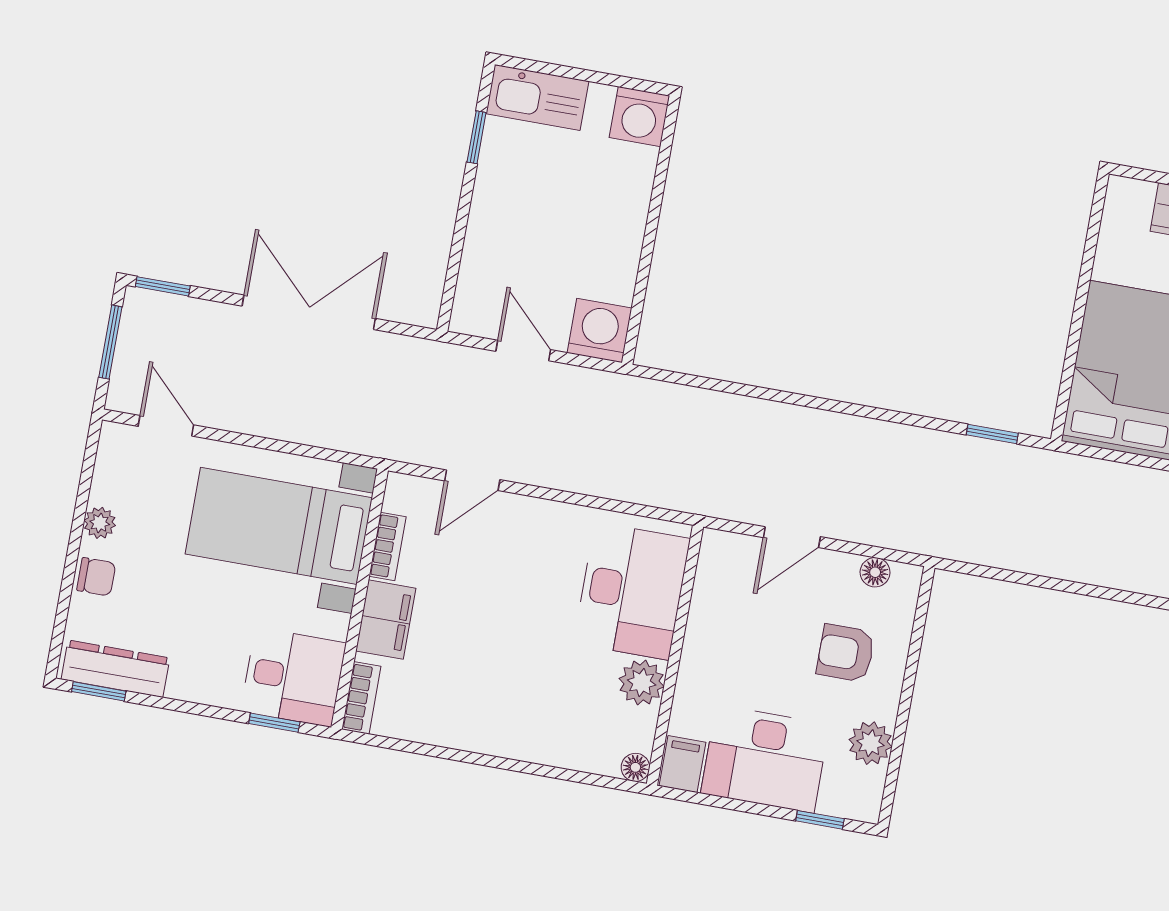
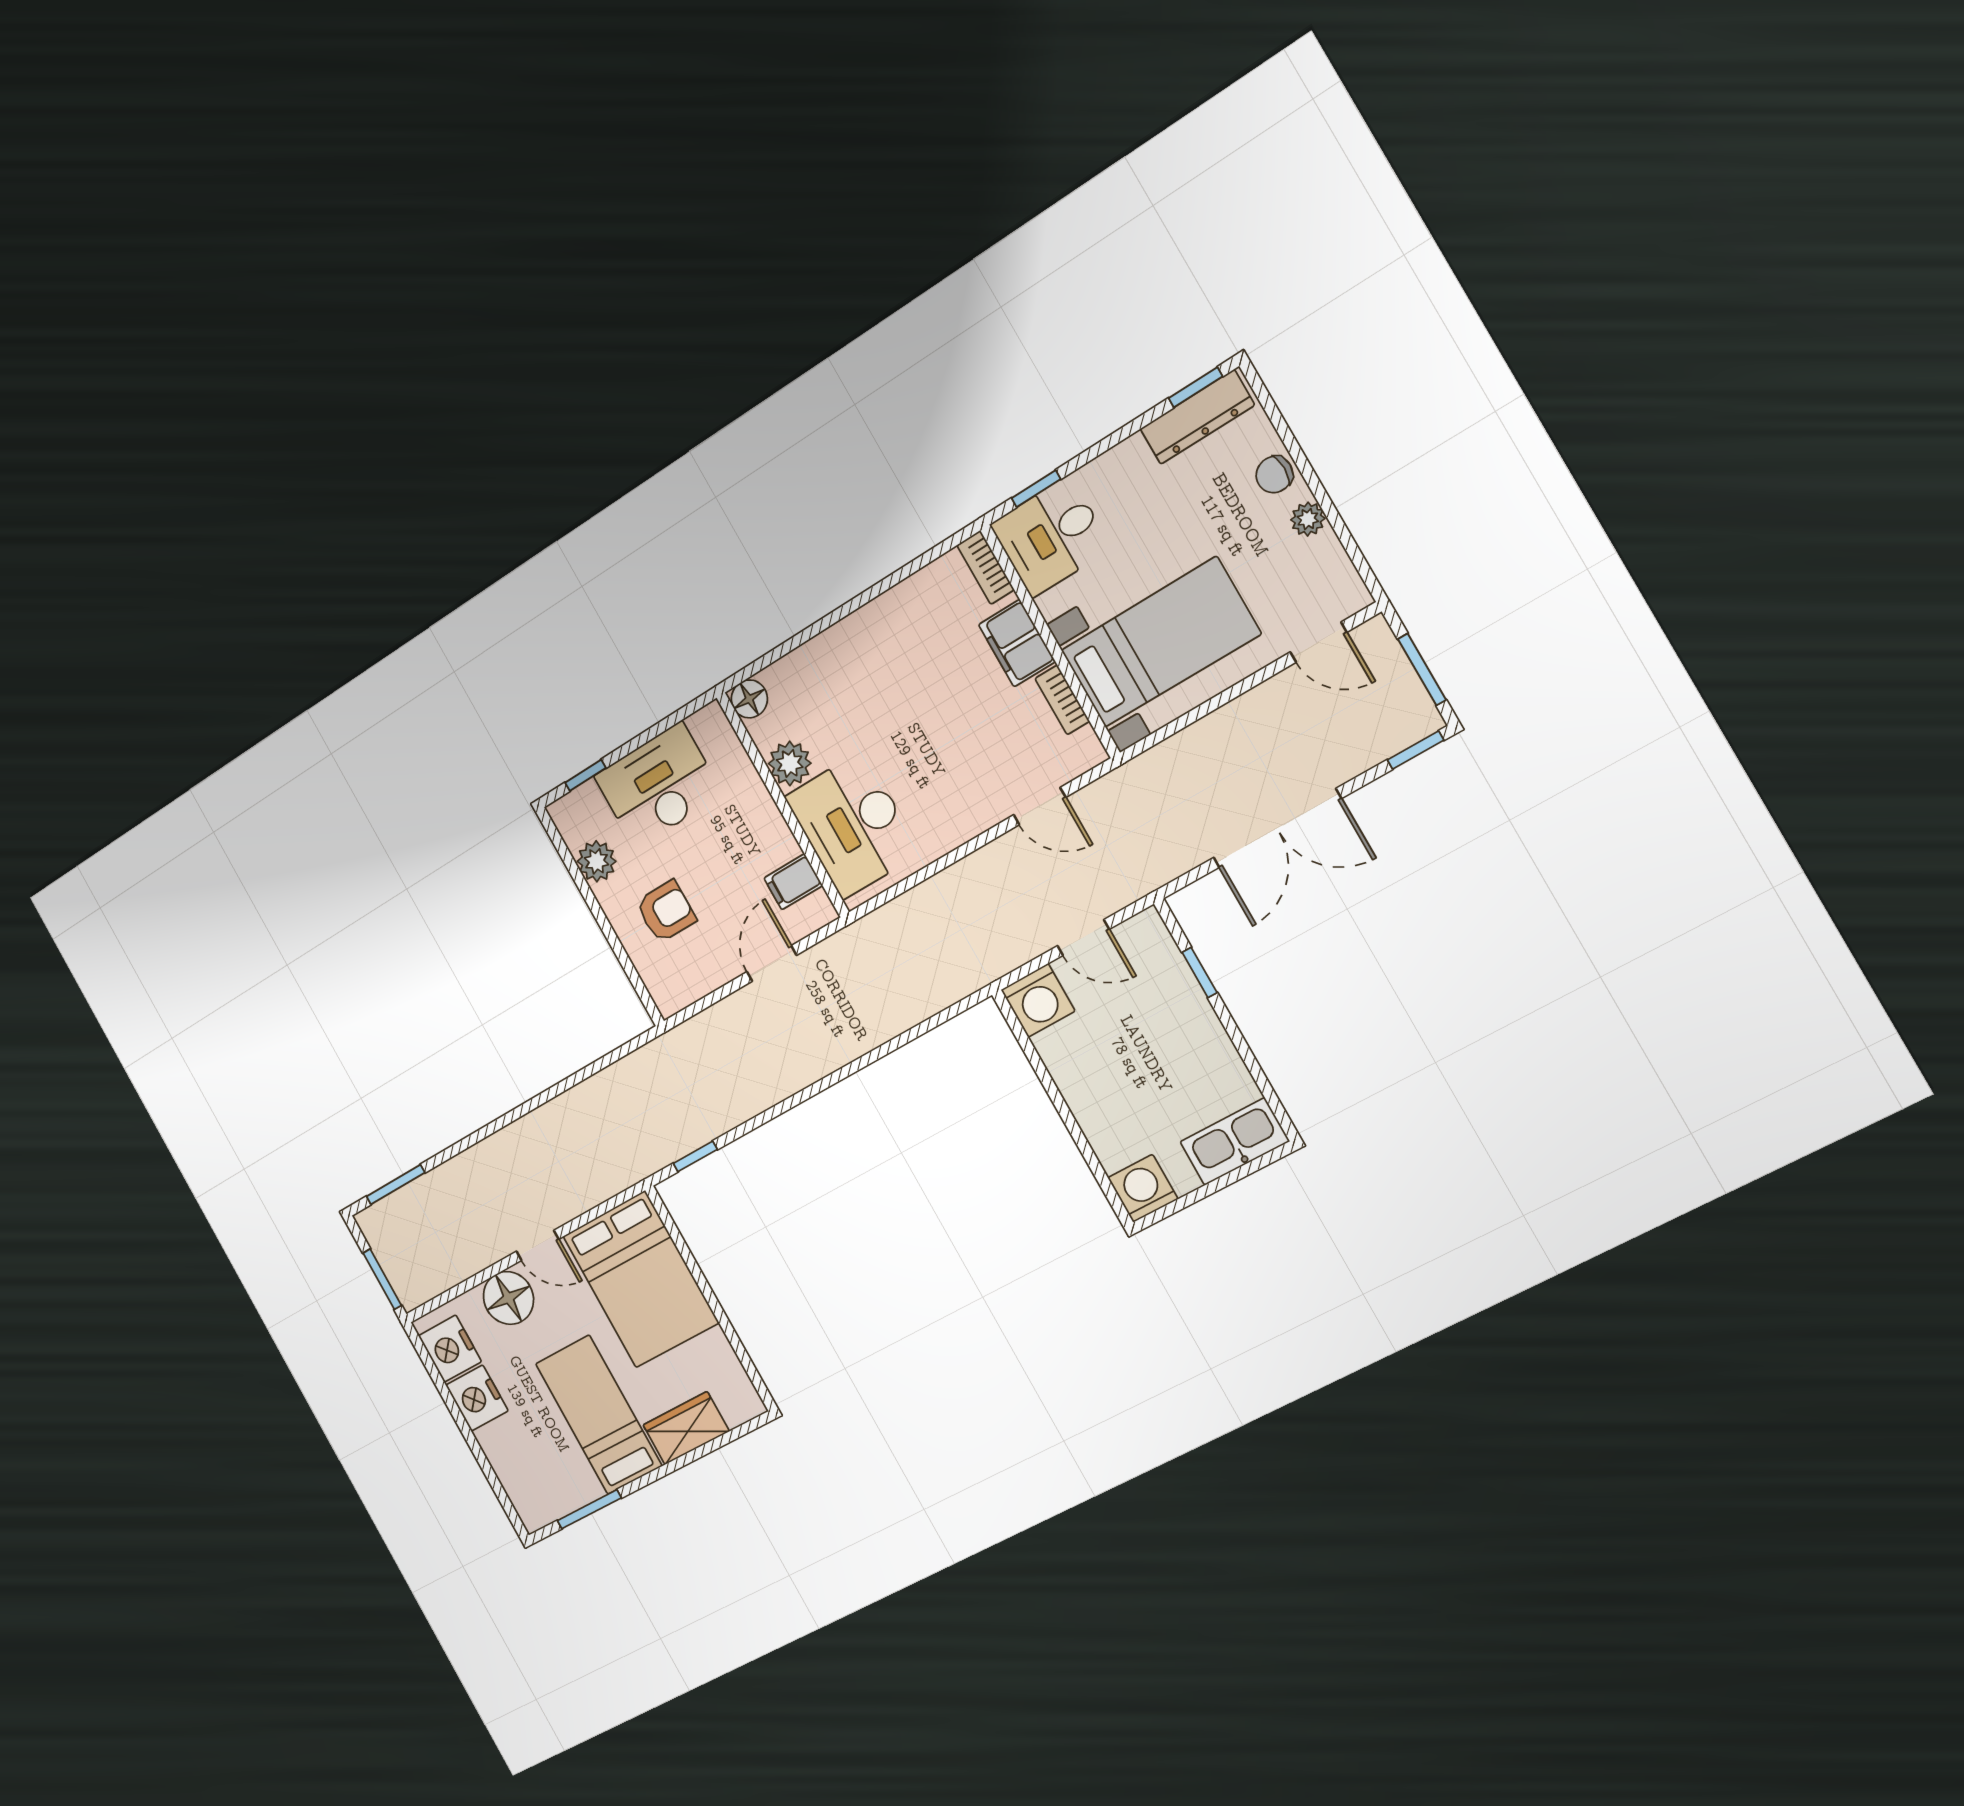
window: (477, 137) -> (1200, 973), moved
door: (472, 480) -> (1040, 806), swing flipped
floor lamp: (875, 572) -> (694, 988), removed
filing cabinet: (682, 764) -> (793, 882), moved, turned 90
floor lamp: (635, 767) -> (749, 699), width x1.37, depth x1.37

